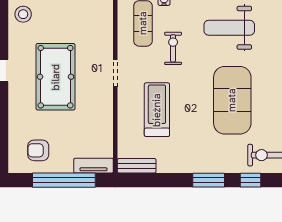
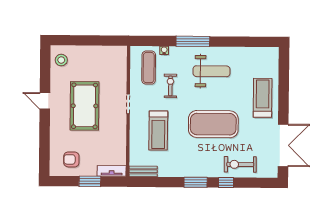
weight bench: (229, 28) -> (211, 71), turned 180
exercise mat: (232, 100) -> (213, 124), turned 90
treadmill: (157, 110) -> (158, 131), turned 180
window: (64, 180) -> (90, 181), width x0.47

